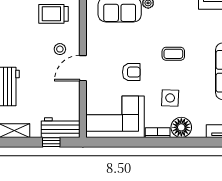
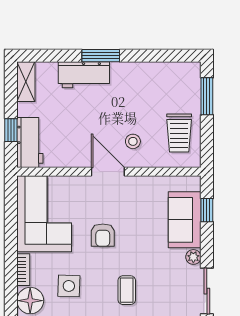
trolley: (53, 14) -> (179, 133), turned 180

